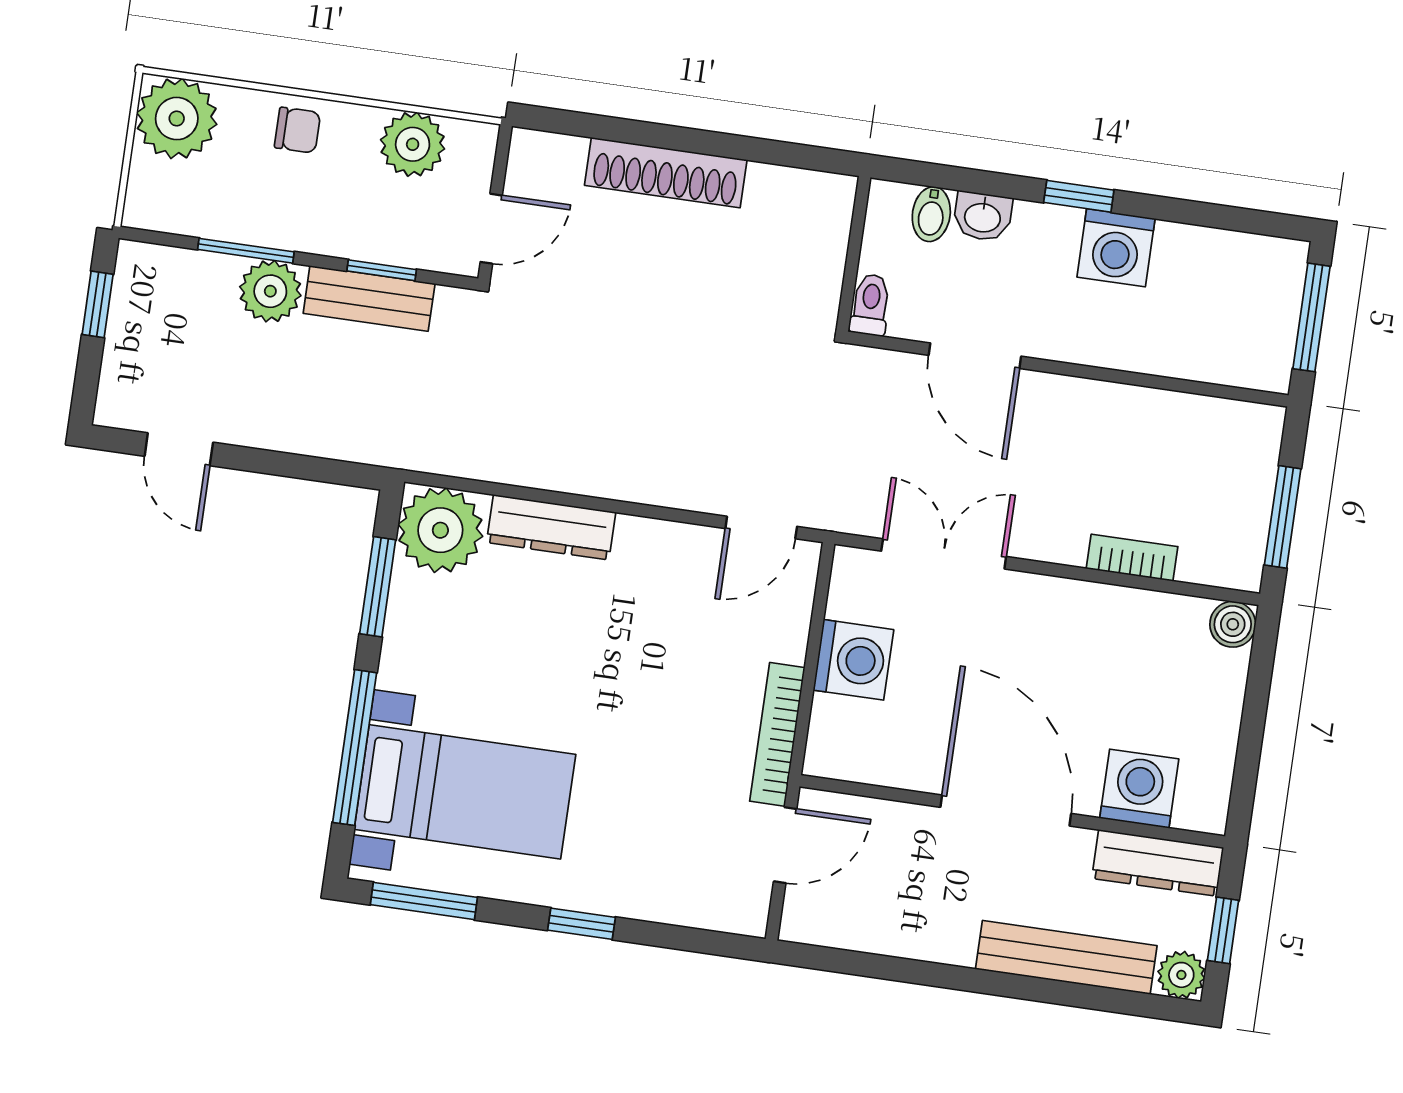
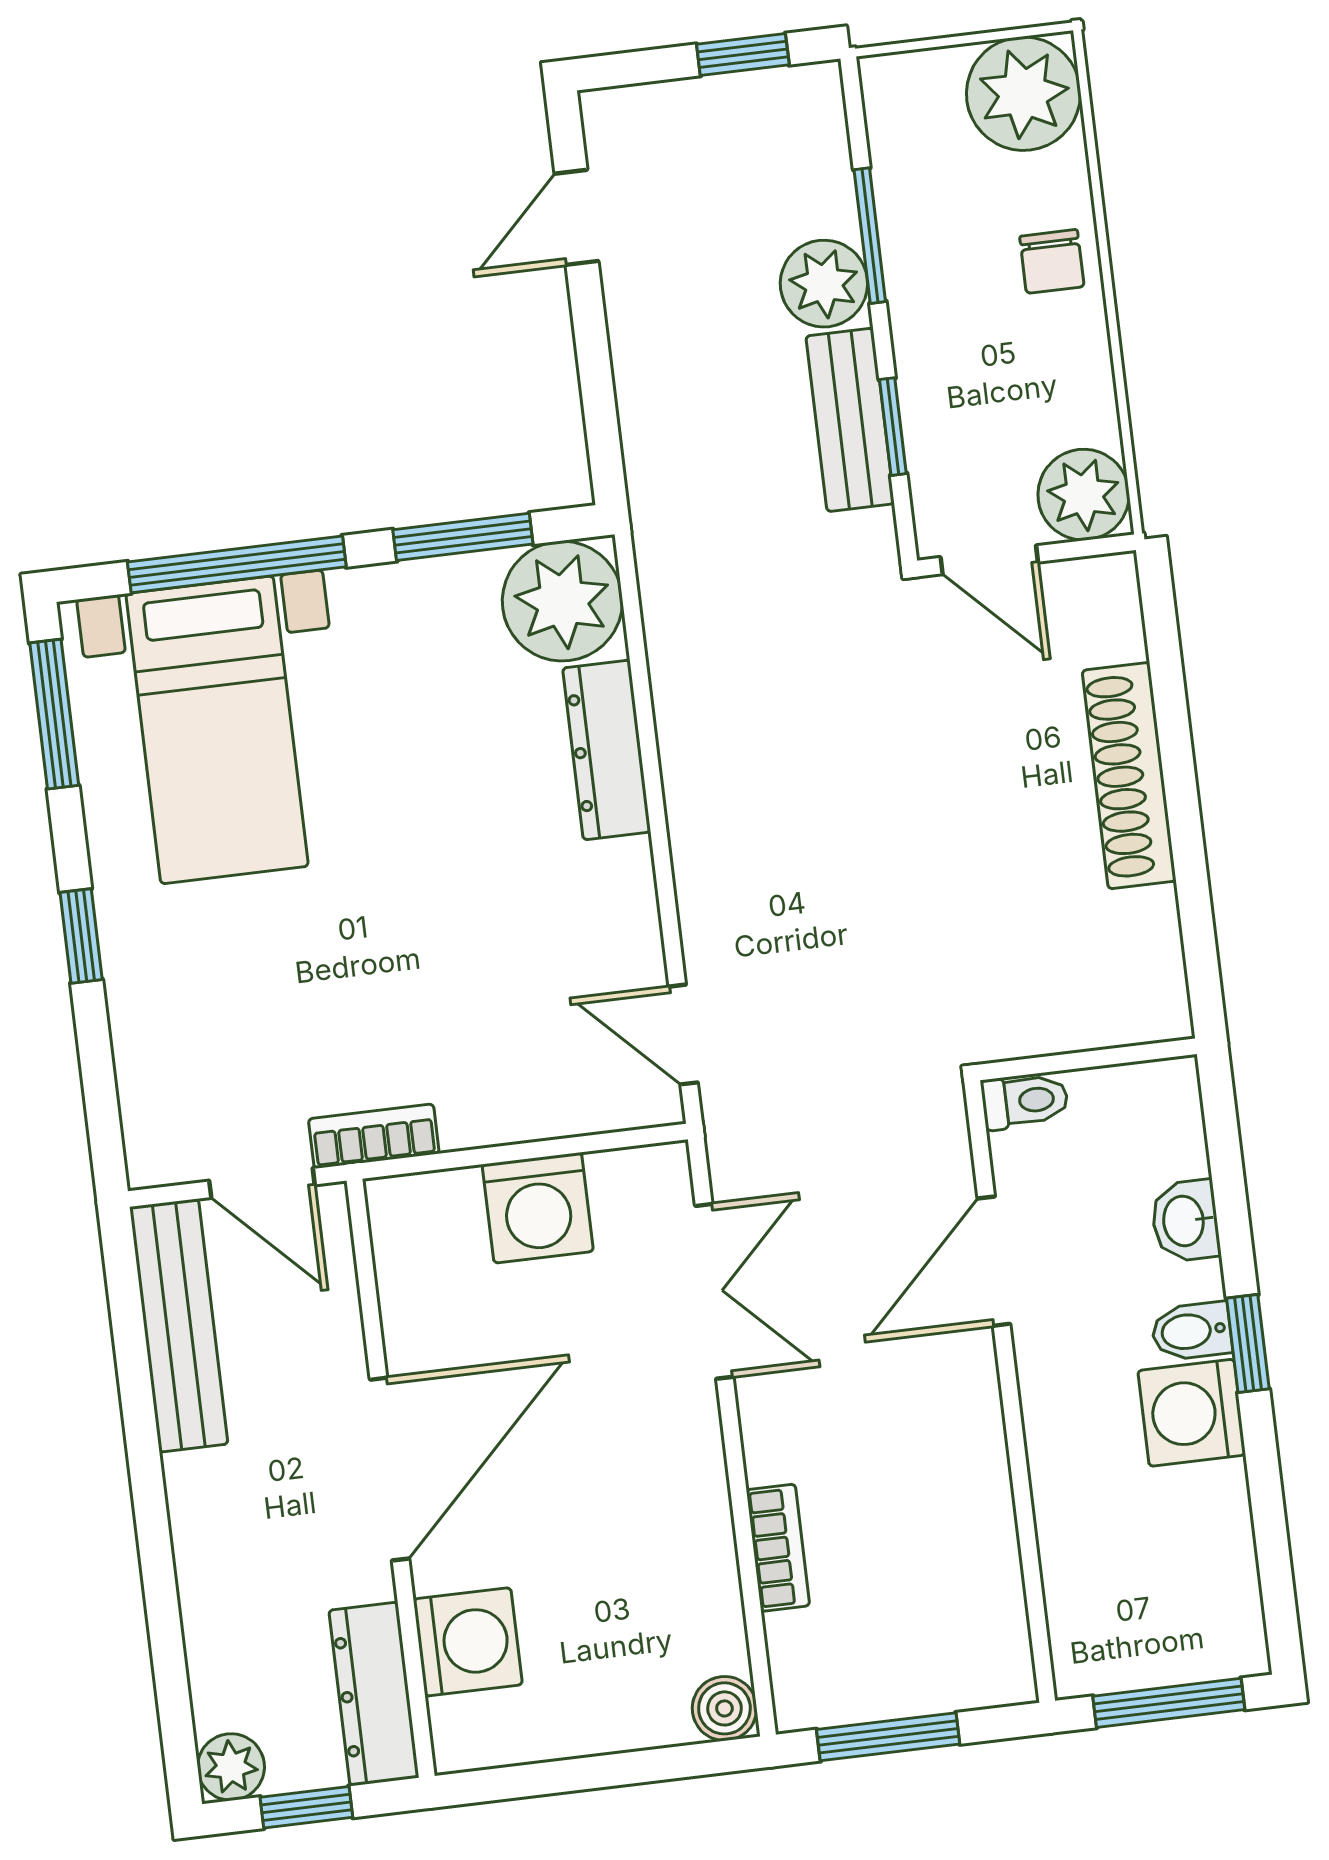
plant: (413, 144) -> (1084, 495), moved
bidet: (931, 214) -> (1192, 1331), moved
bookcase: (777, 734) -> (374, 1136), width x0.64
bench: (1066, 957) -> (179, 1325), moved

